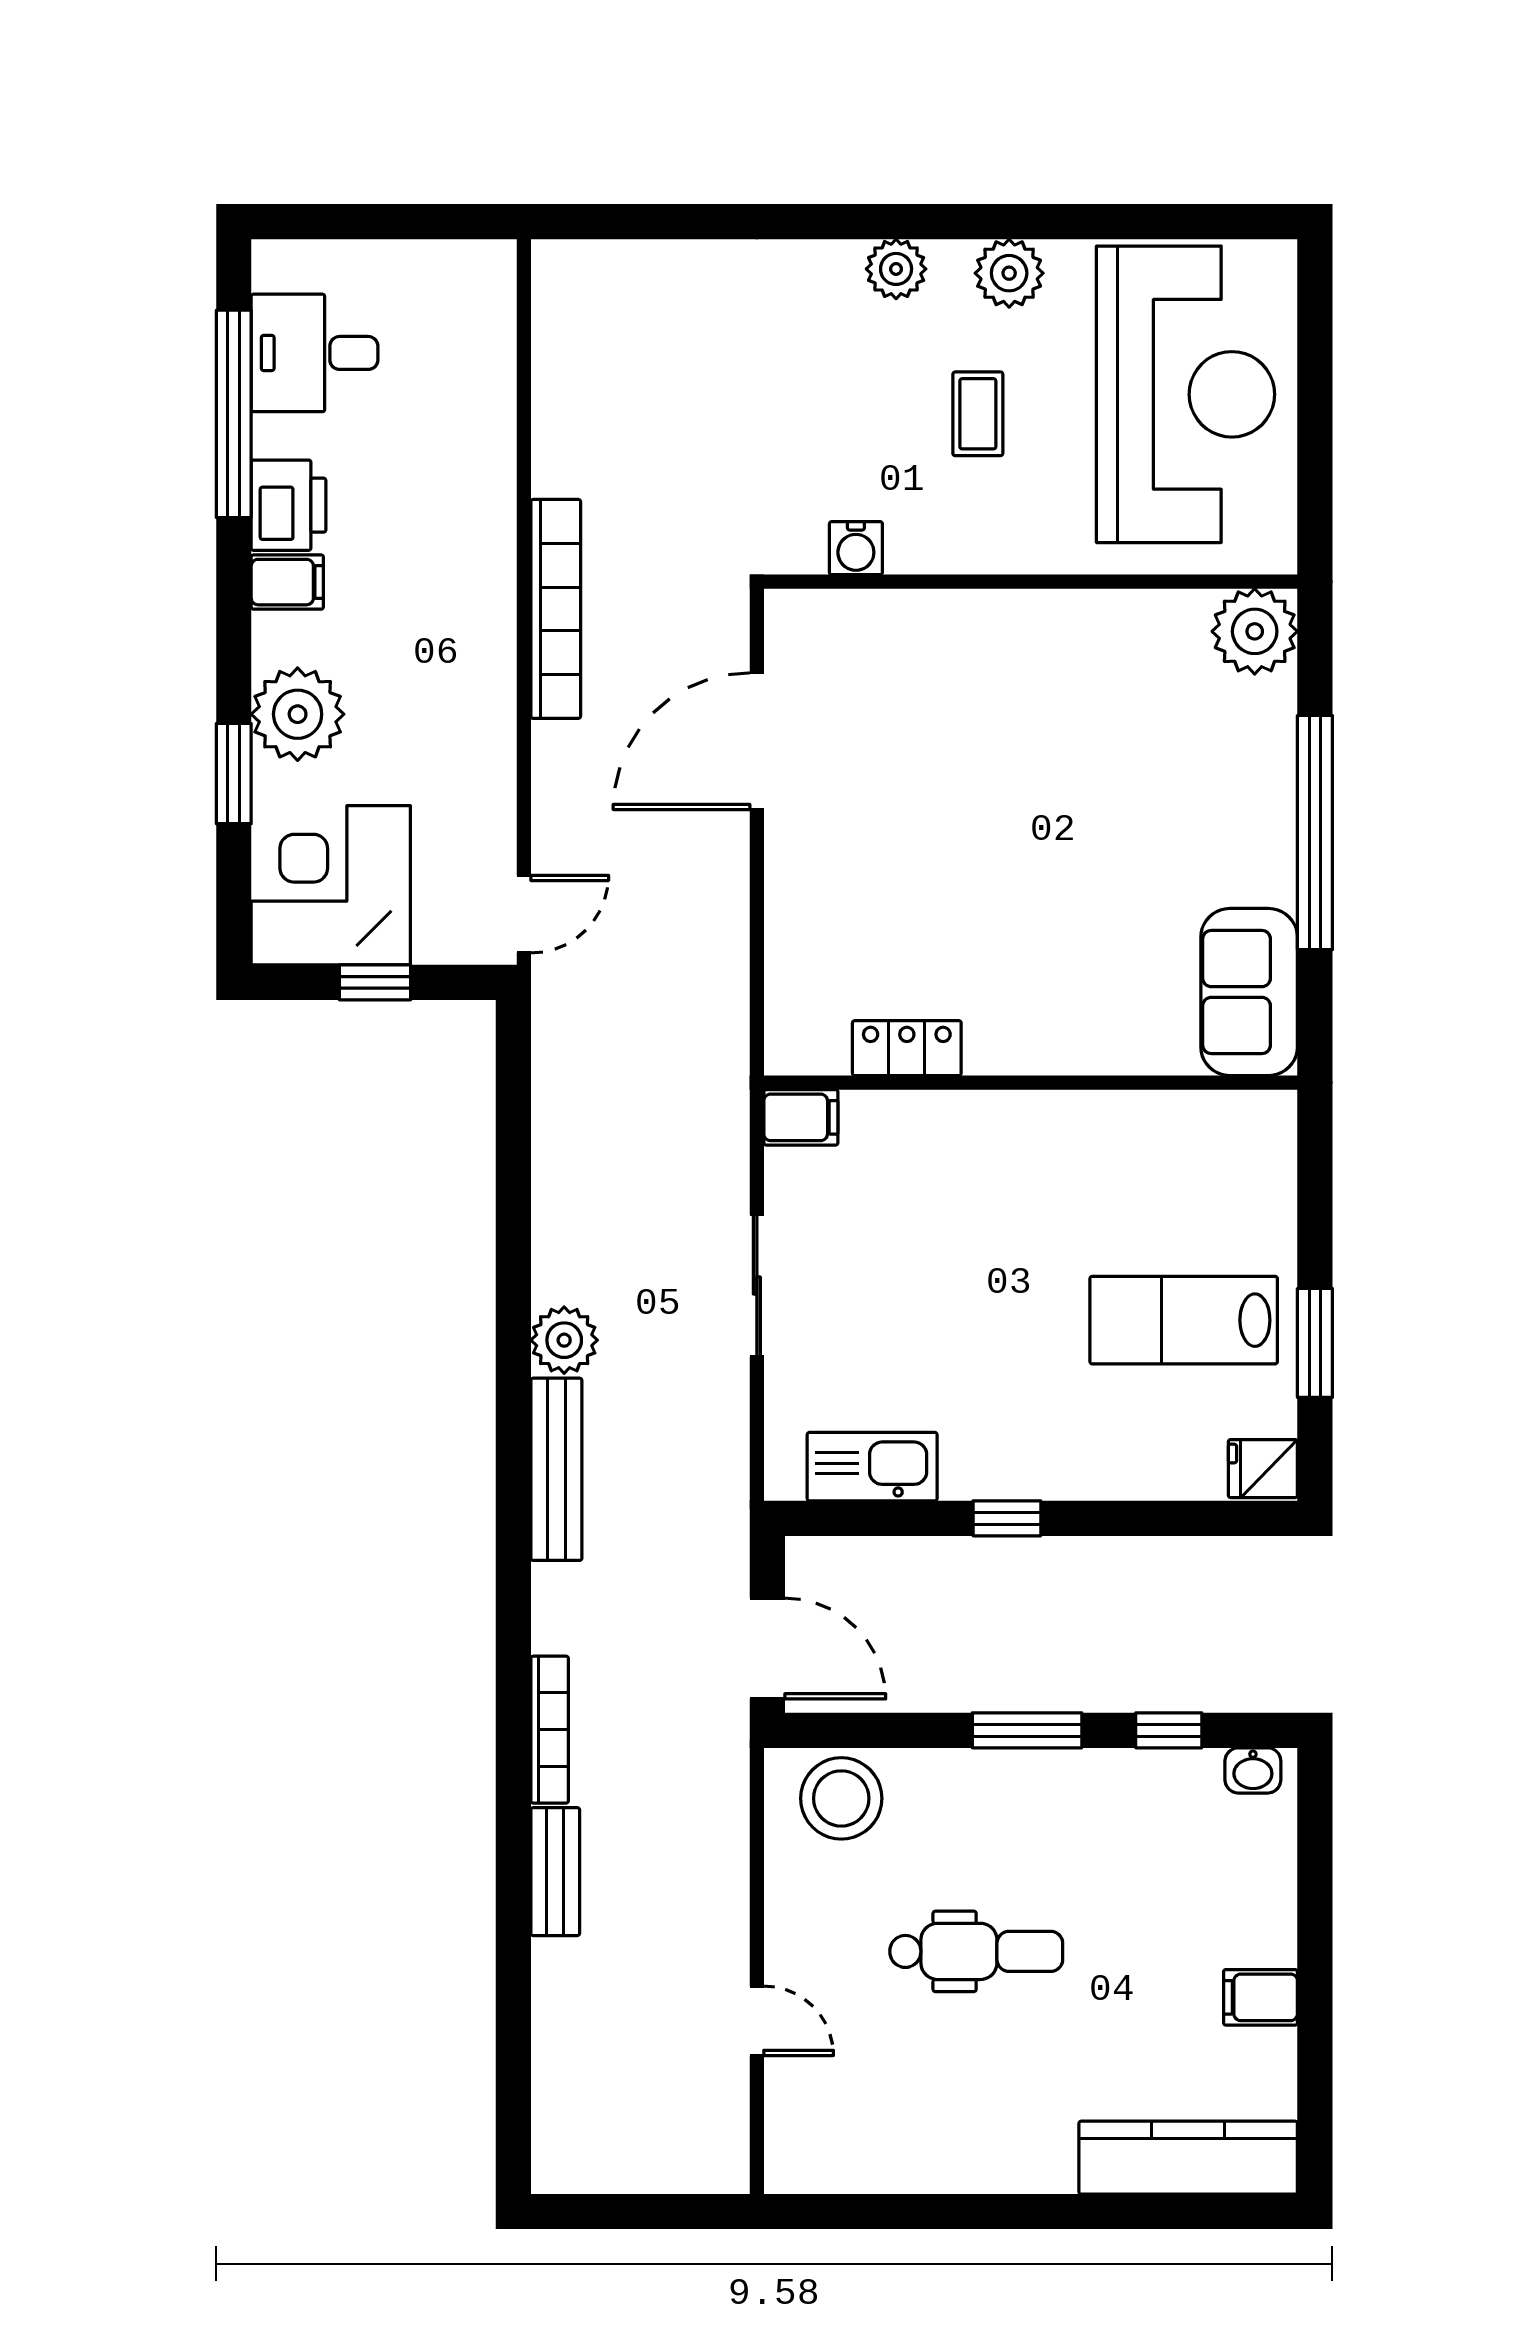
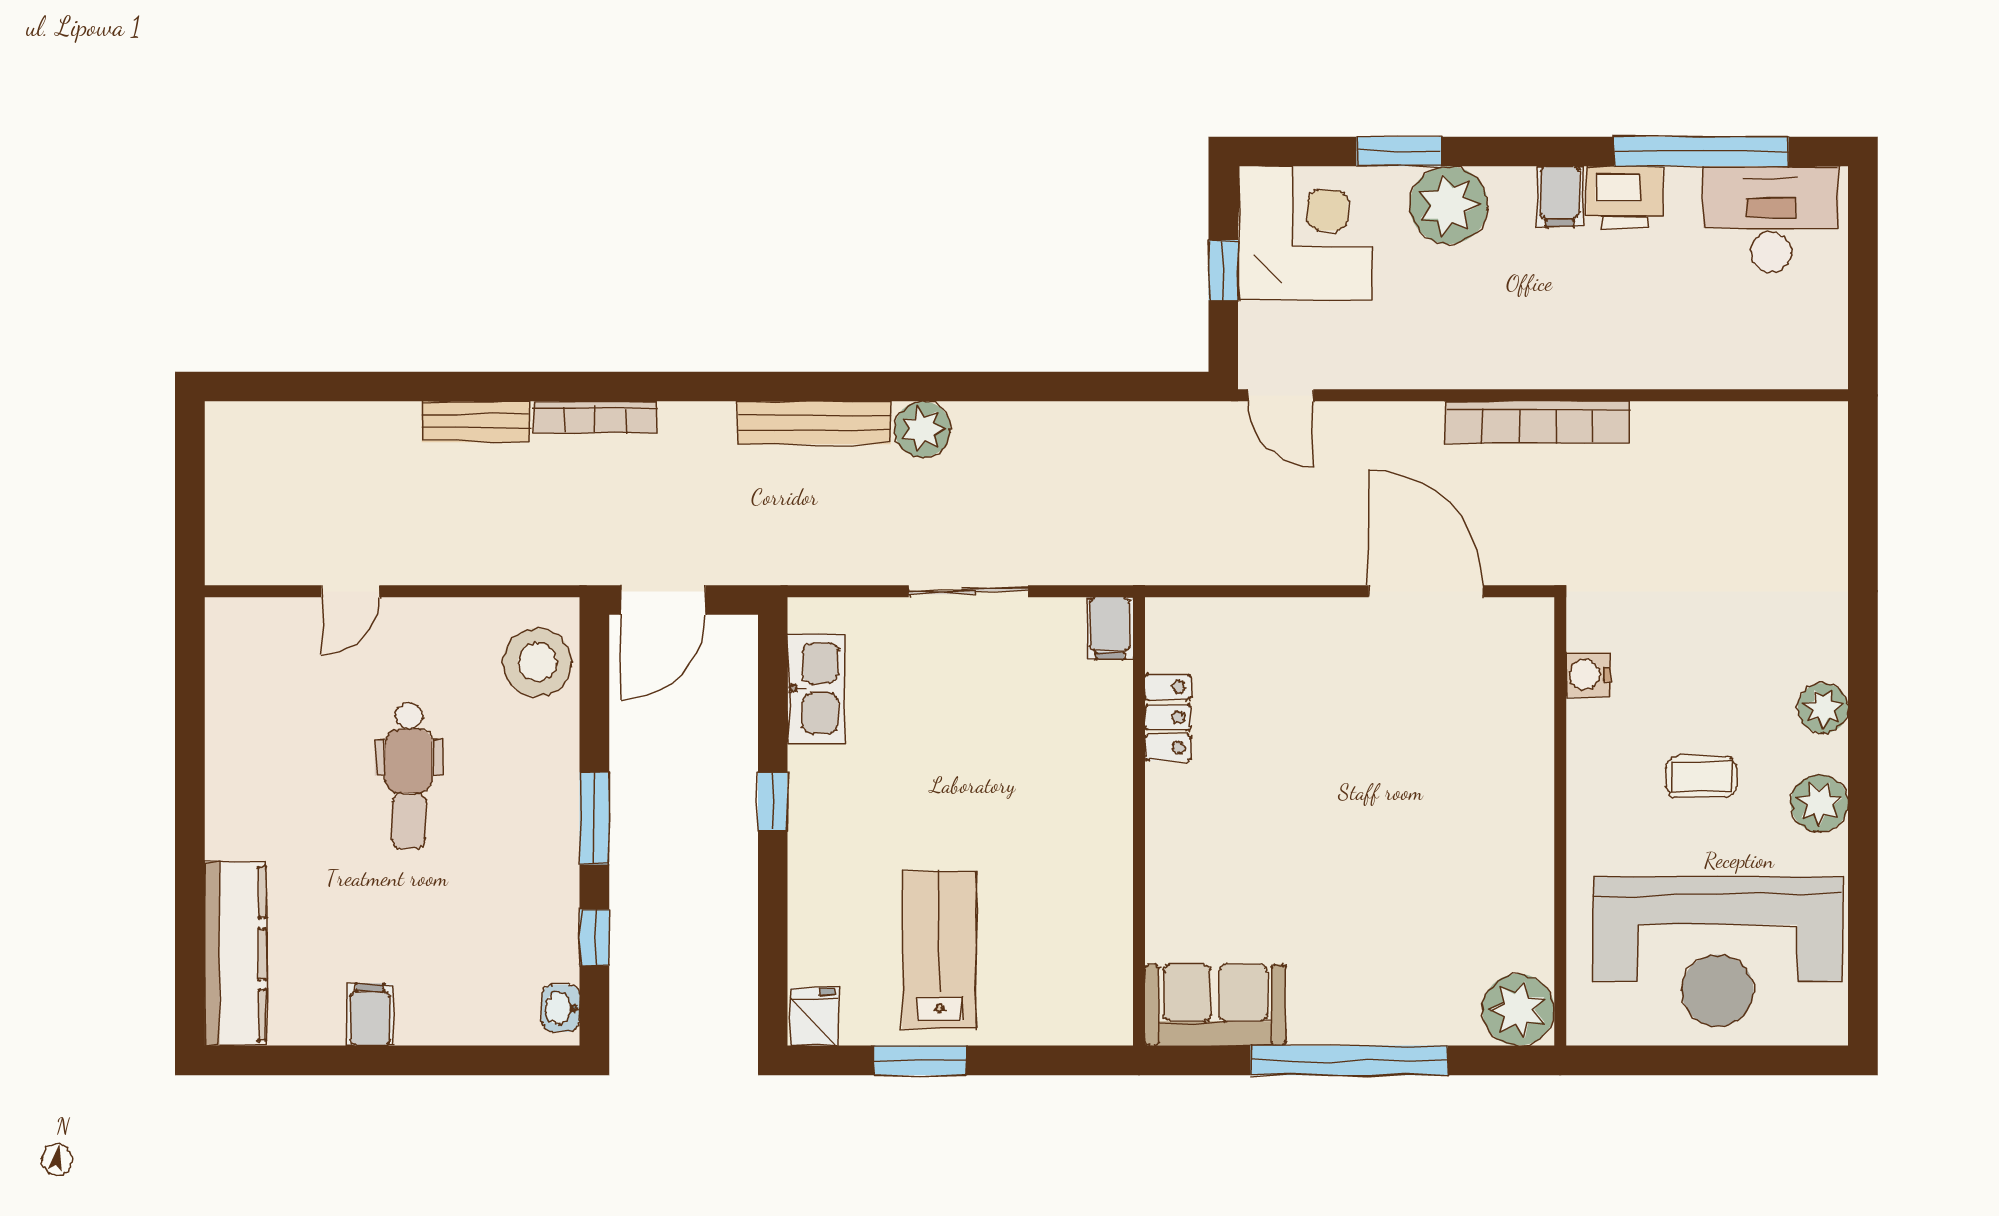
desk: (315, 353) -> (1771, 219), width x1.37

